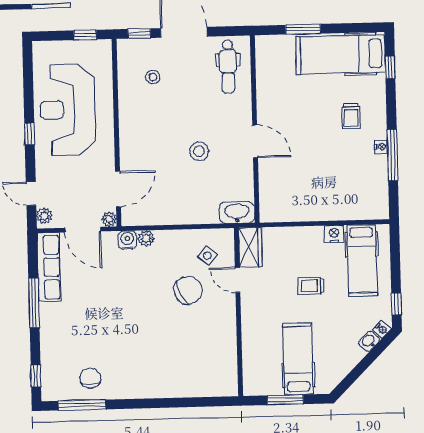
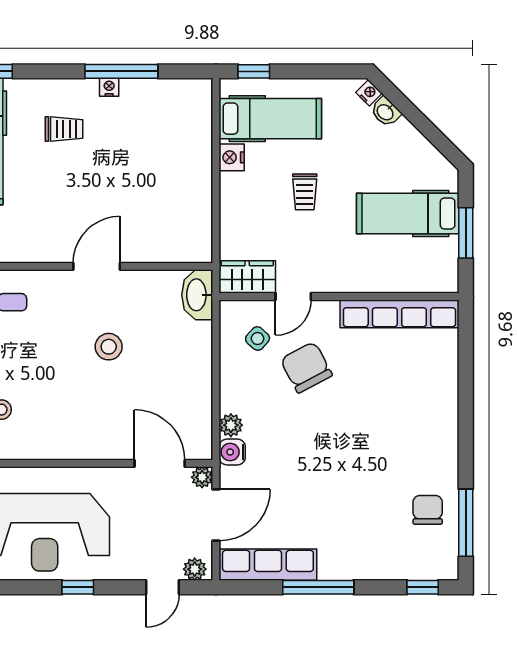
window: (396, 304) -> (254, 71), moved
row of seats: (227, 355) -> (399, 314), added
chair: (90, 378) -> (428, 510), turned 90

